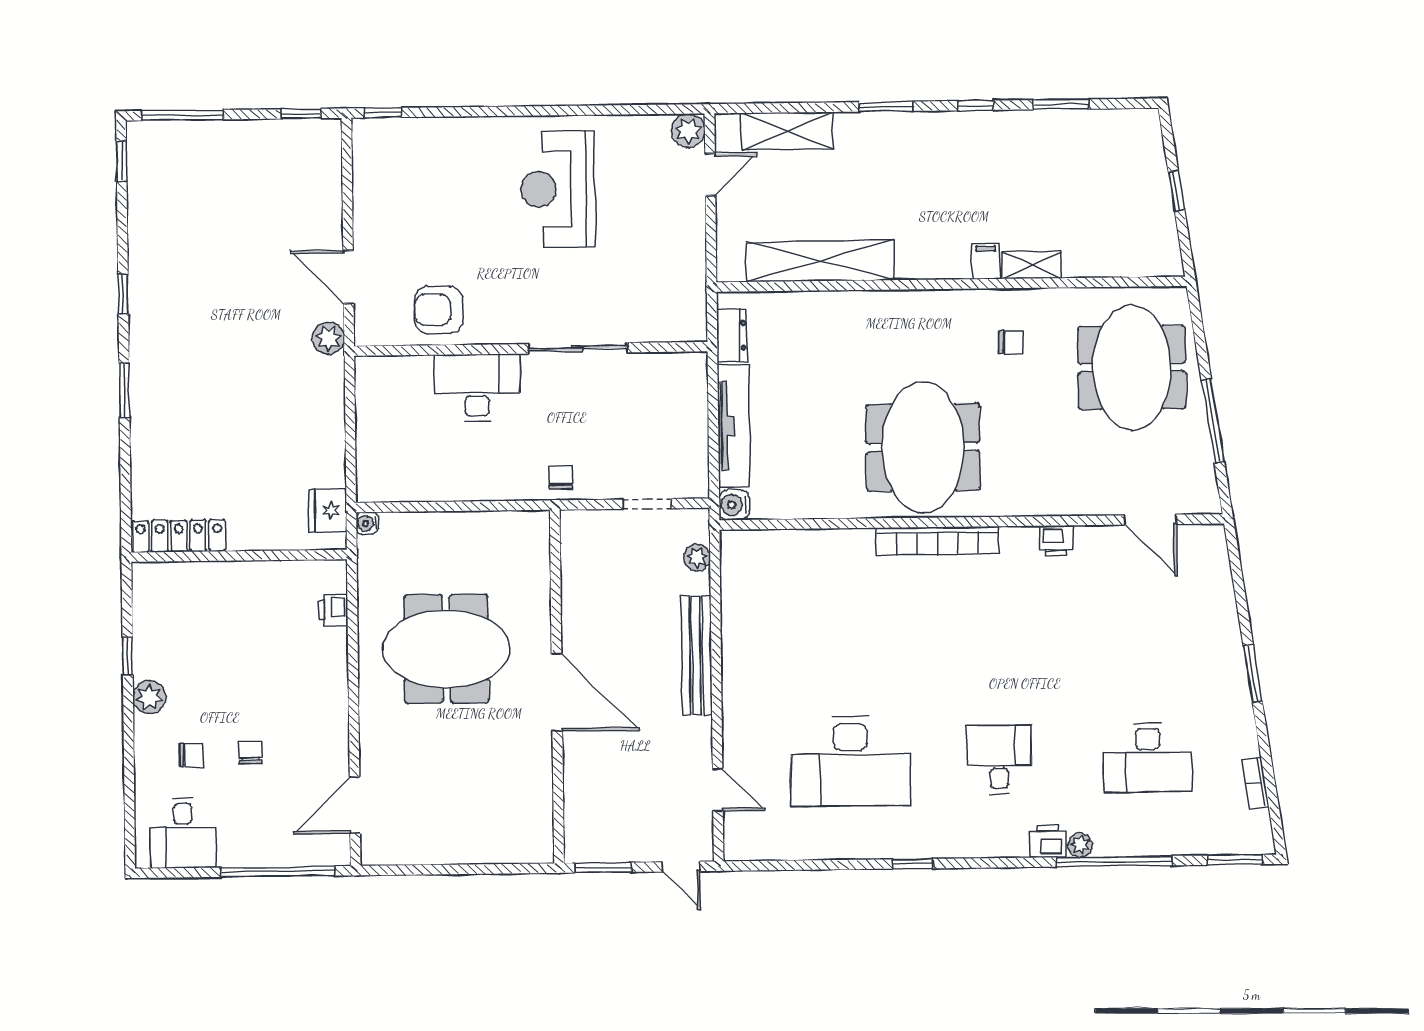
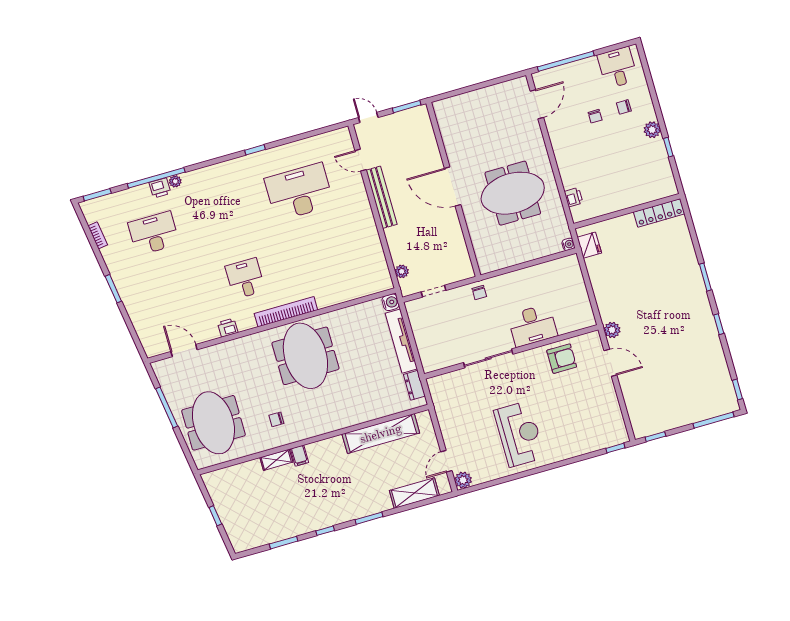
bench: (697, 655) -> (381, 197), moved
desk: (999, 759) -> (245, 278), moved, turned 180
printer: (1048, 841) -> (160, 188), moved

